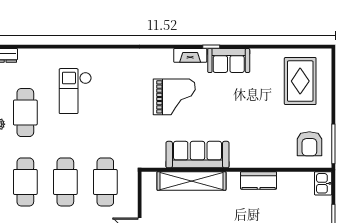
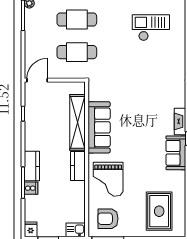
rug: (300, 81) -> (159, 211), turned 90
grand piano: (174, 97) -> (108, 179), moved
kitchen counter: (259, 181) -> (78, 166), moved

